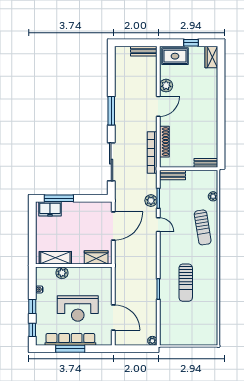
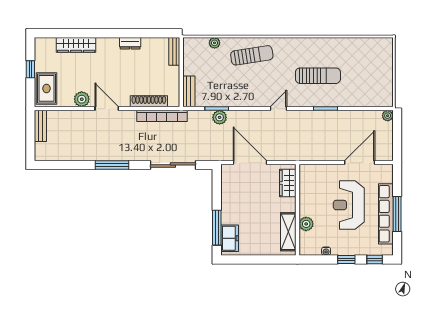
wardrobe: (211, 57) -> (76, 45), moved, width x1.50
dresser: (213, 126) -> (130, 43), added
door: (158, 225) -> (278, 109), moved
reception desk: (78, 308) -> (349, 205), turned 180

